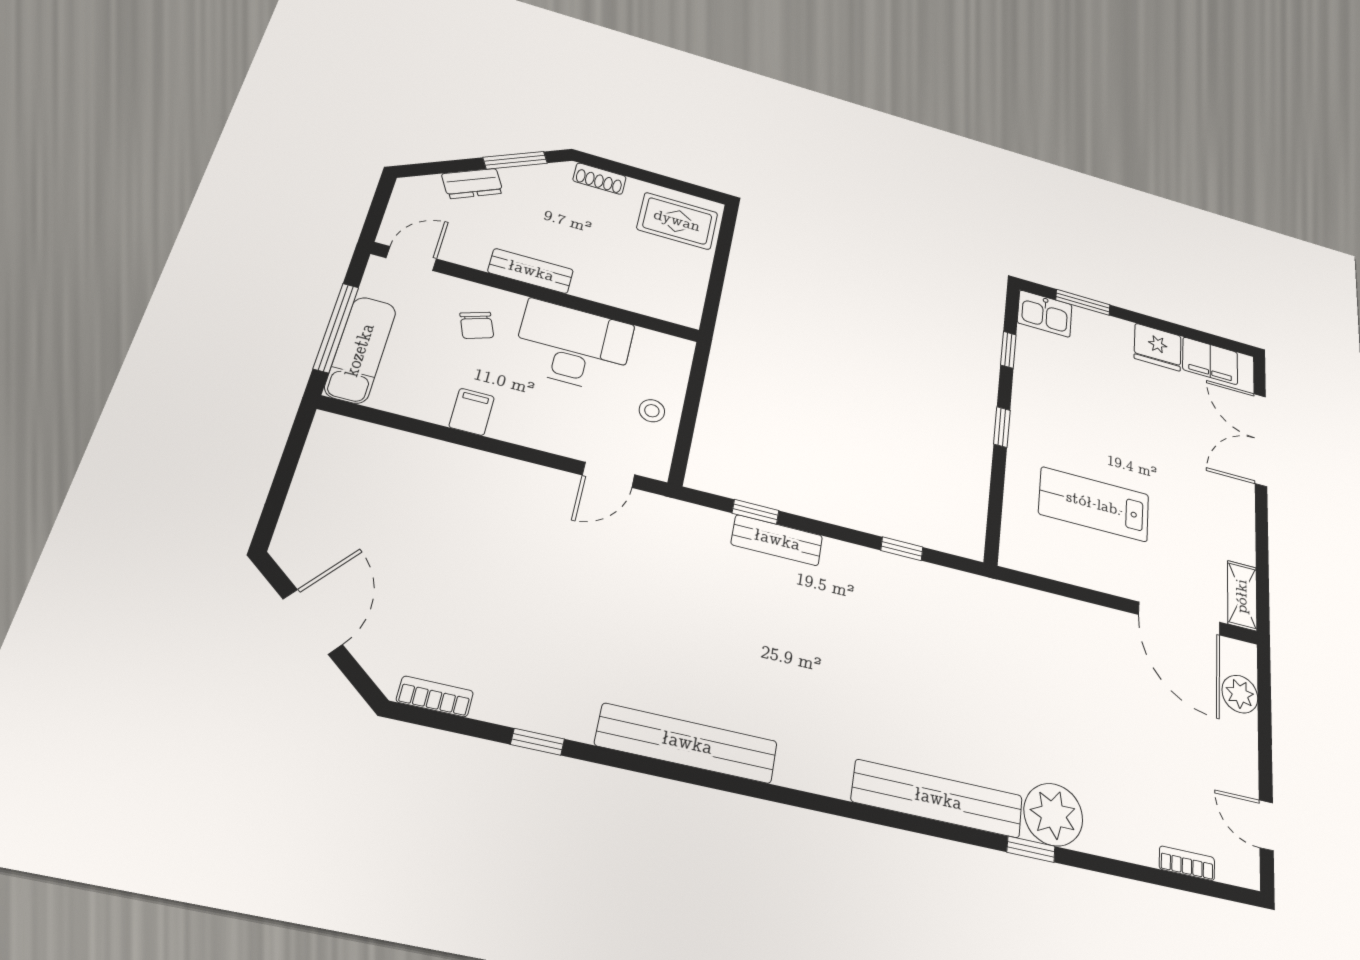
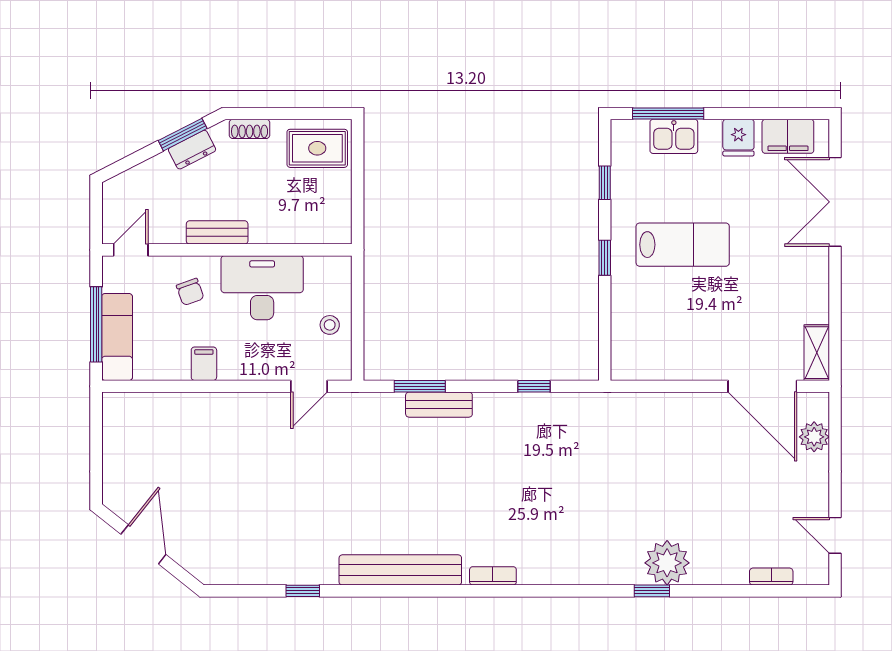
dresser: (472, 184) -> (192, 150), moved
window: (1083, 302) -> (668, 113), width x1.44
kitchen sink: (1045, 314) -> (674, 136), moved
fridge: (1158, 347) -> (738, 138), width x0.72
lab bench: (1094, 504) -> (683, 245), moved, turned 180
window: (755, 512) -> (420, 386), width x1.50
bookcase: (435, 696) -> (493, 576), moved
bench: (938, 799) -> (580, 570), removed

